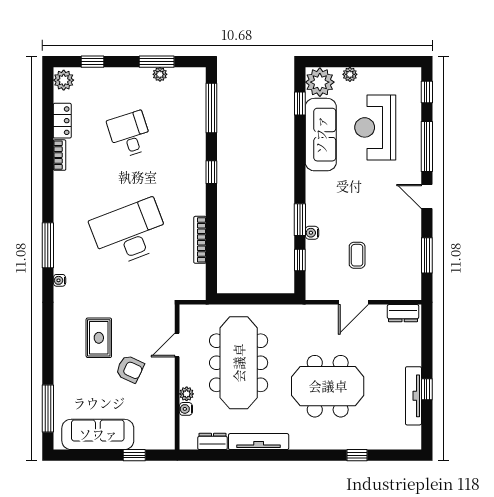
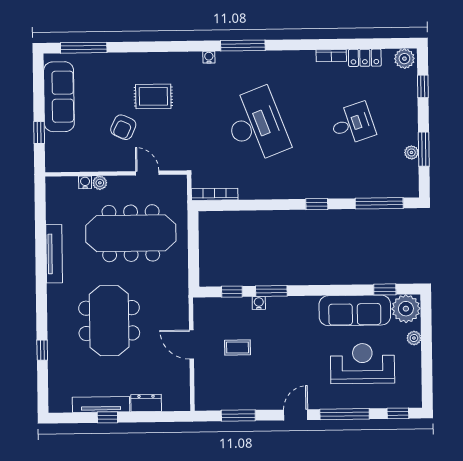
bookcase: (200, 240) -> (215, 194), moved
dresser: (403, 313) -> (146, 403), moved, turned 90
dresser: (213, 441) -> (54, 209), removed

